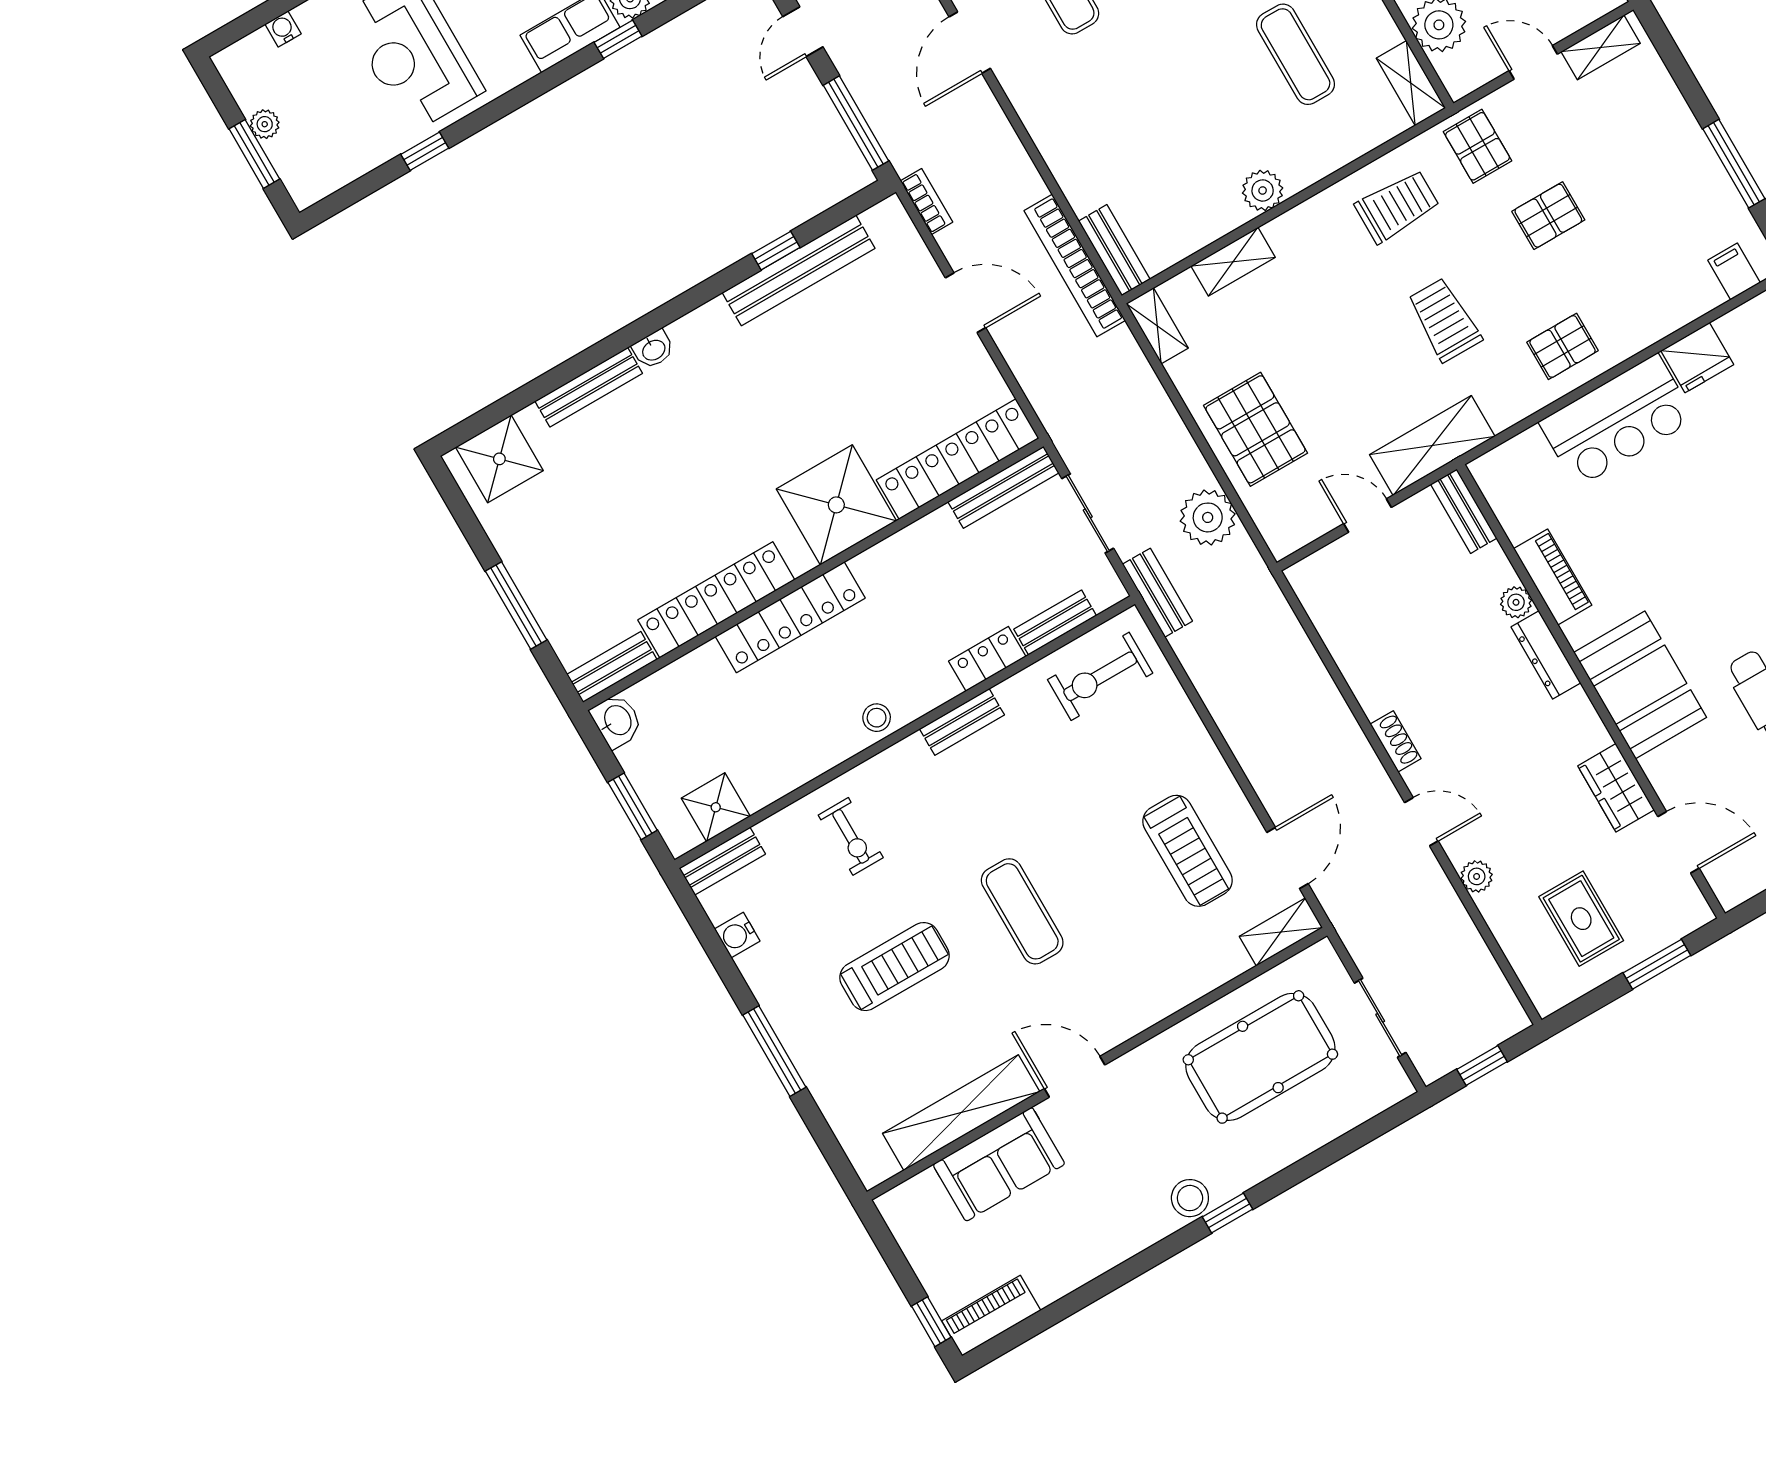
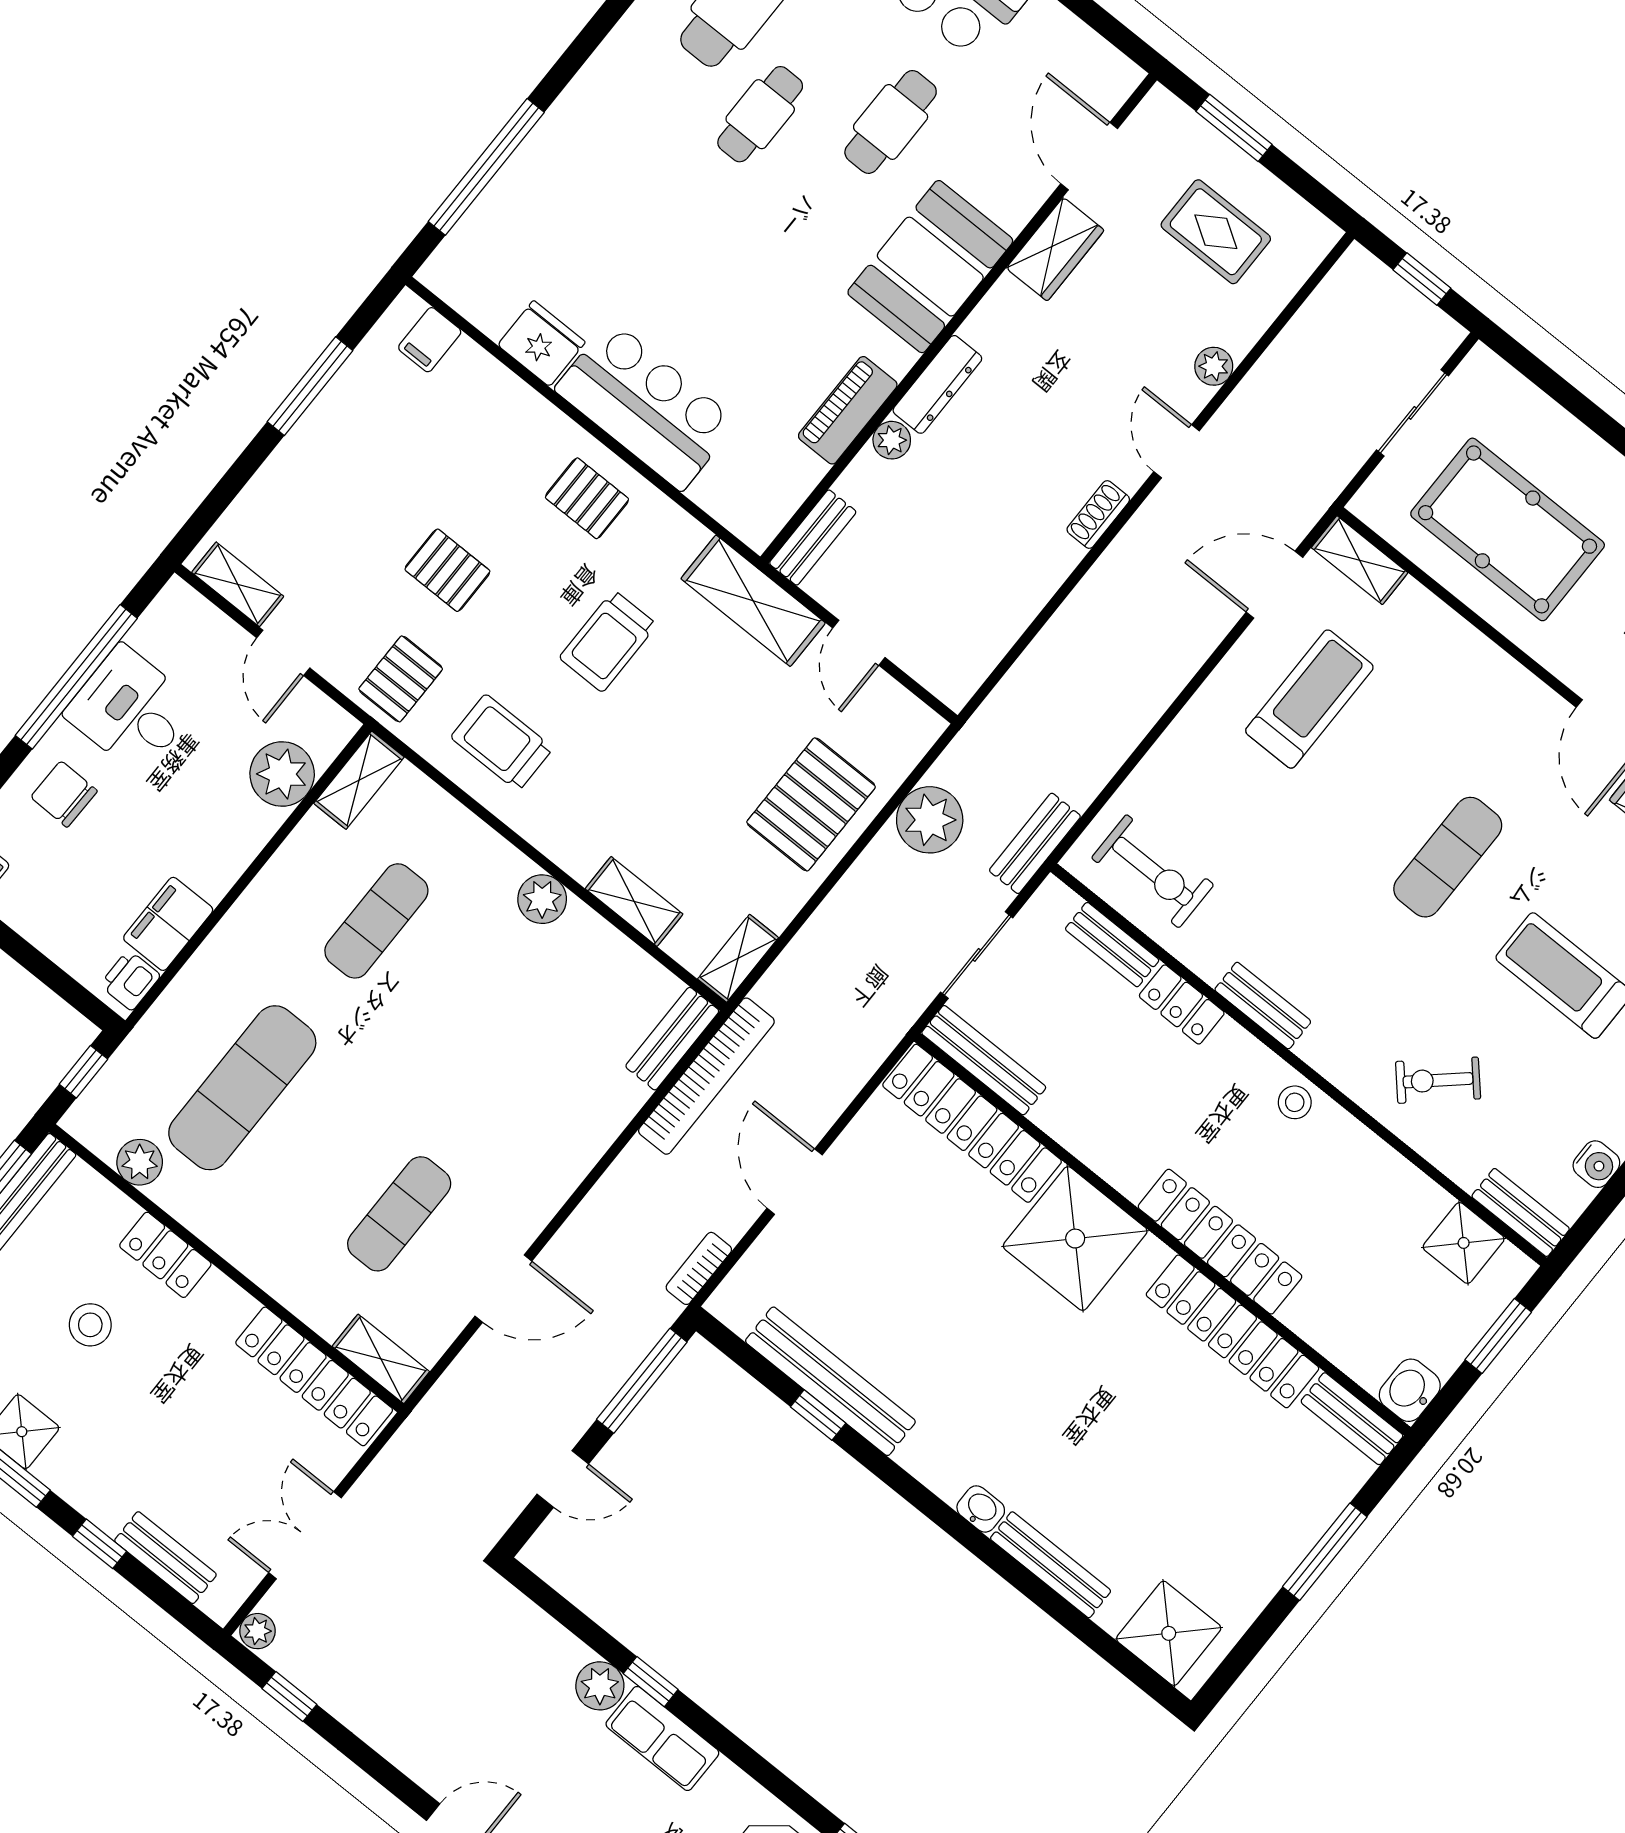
exercise bike: (851, 836) -> (1438, 1080), turned -132
rug: (1581, 919) -> (1216, 232), turned 90

